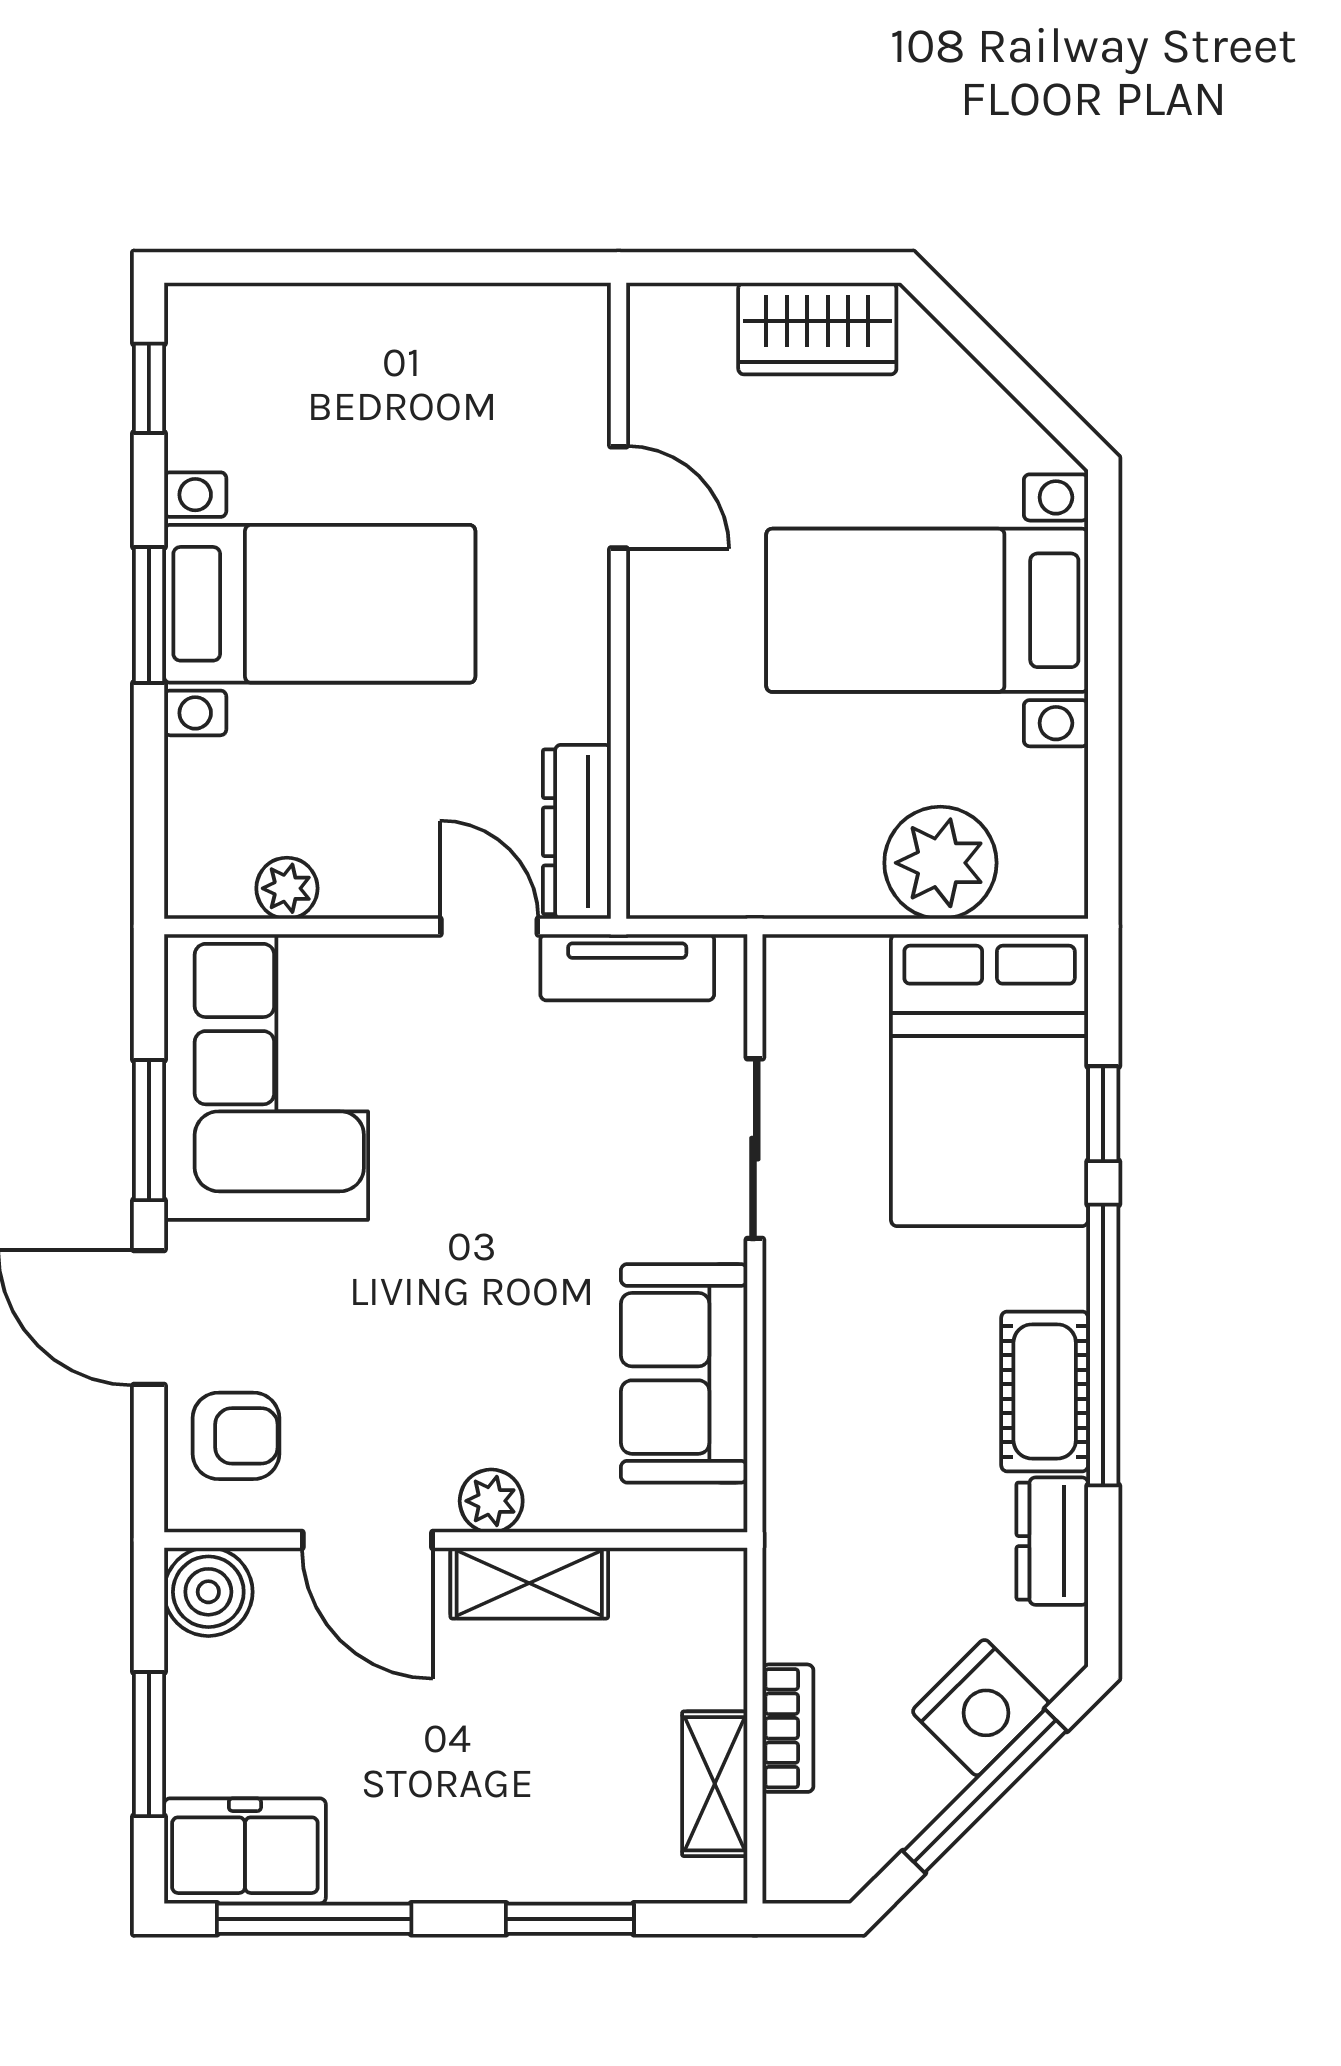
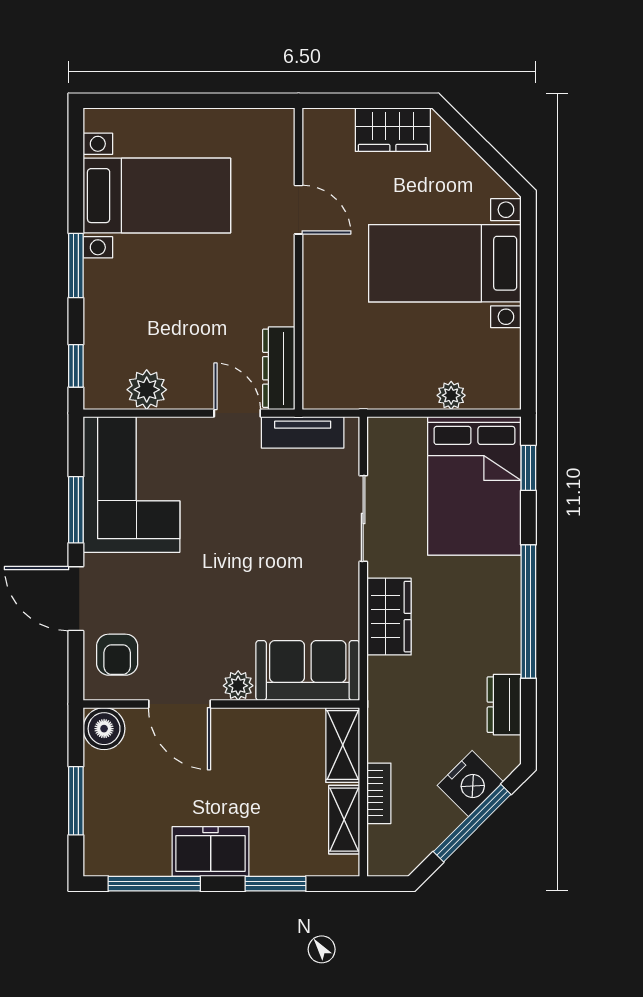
window: (149, 388) -> (76, 366), moved
bed with nightstands: (320, 604) -> (157, 196), moved
plant: (940, 863) -> (451, 395), width x0.53, depth x0.53
plant: (287, 888) -> (147, 390), width x1.38, depth x1.38
window: (1103, 1114) -> (528, 468), moved
wardrobe: (809, 1355) -> (389, 617), added
sofa: (684, 1373) -> (308, 670), moved, turned 90
cot: (1045, 1391) -> (501, 634), removed
armchair: (236, 1436) -> (117, 655), turned 90
shelving: (529, 1583) -> (343, 745), moved, turned 90
freezer: (245, 1851) -> (211, 851), moved

